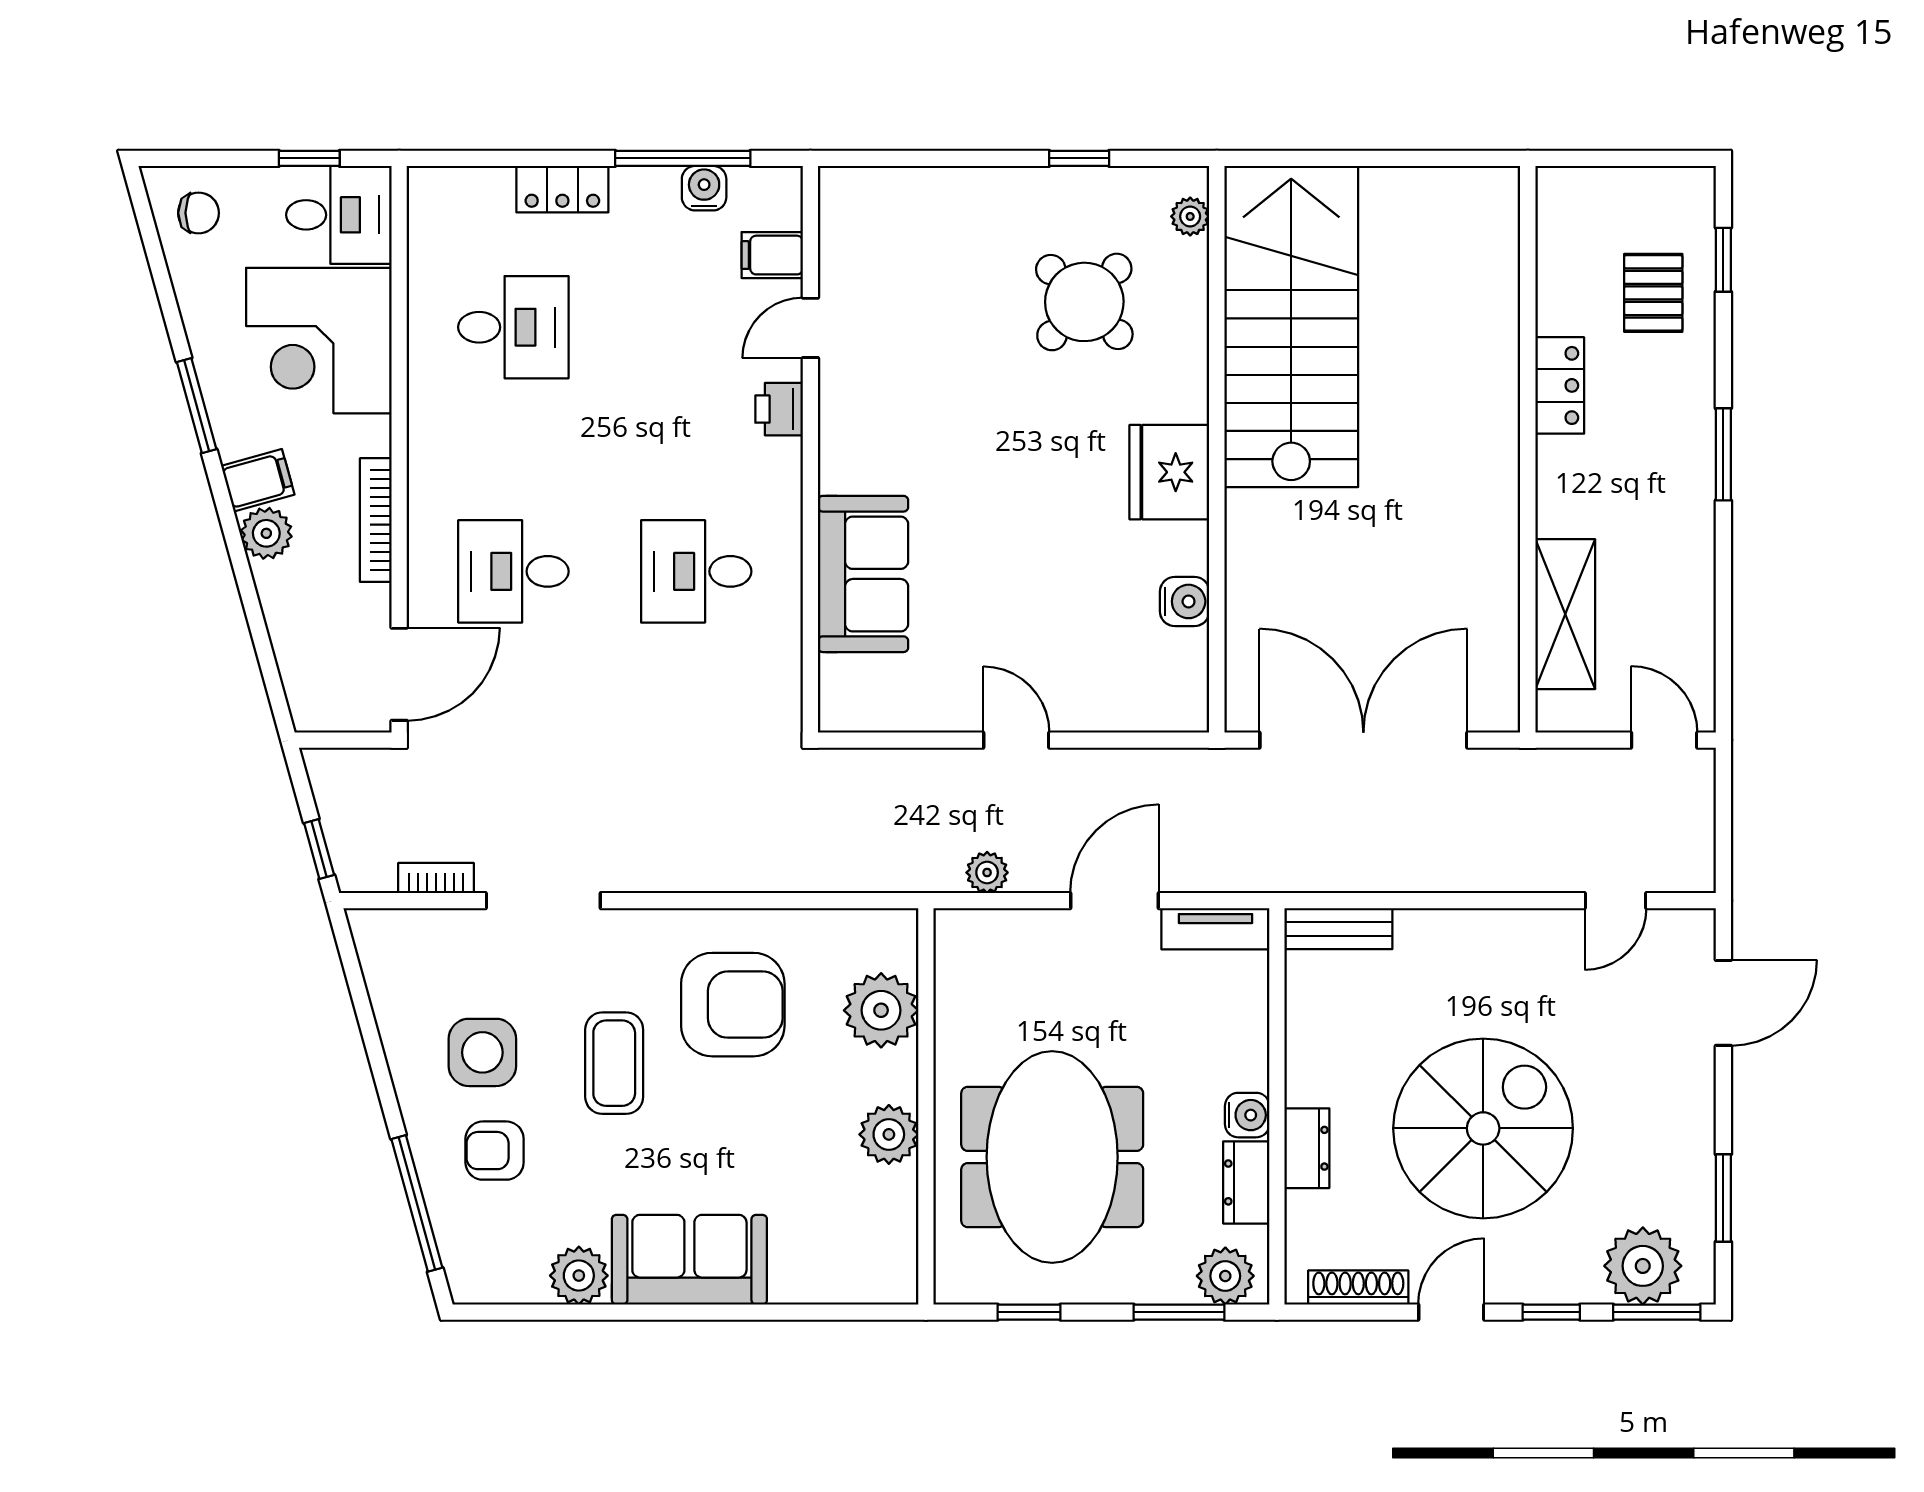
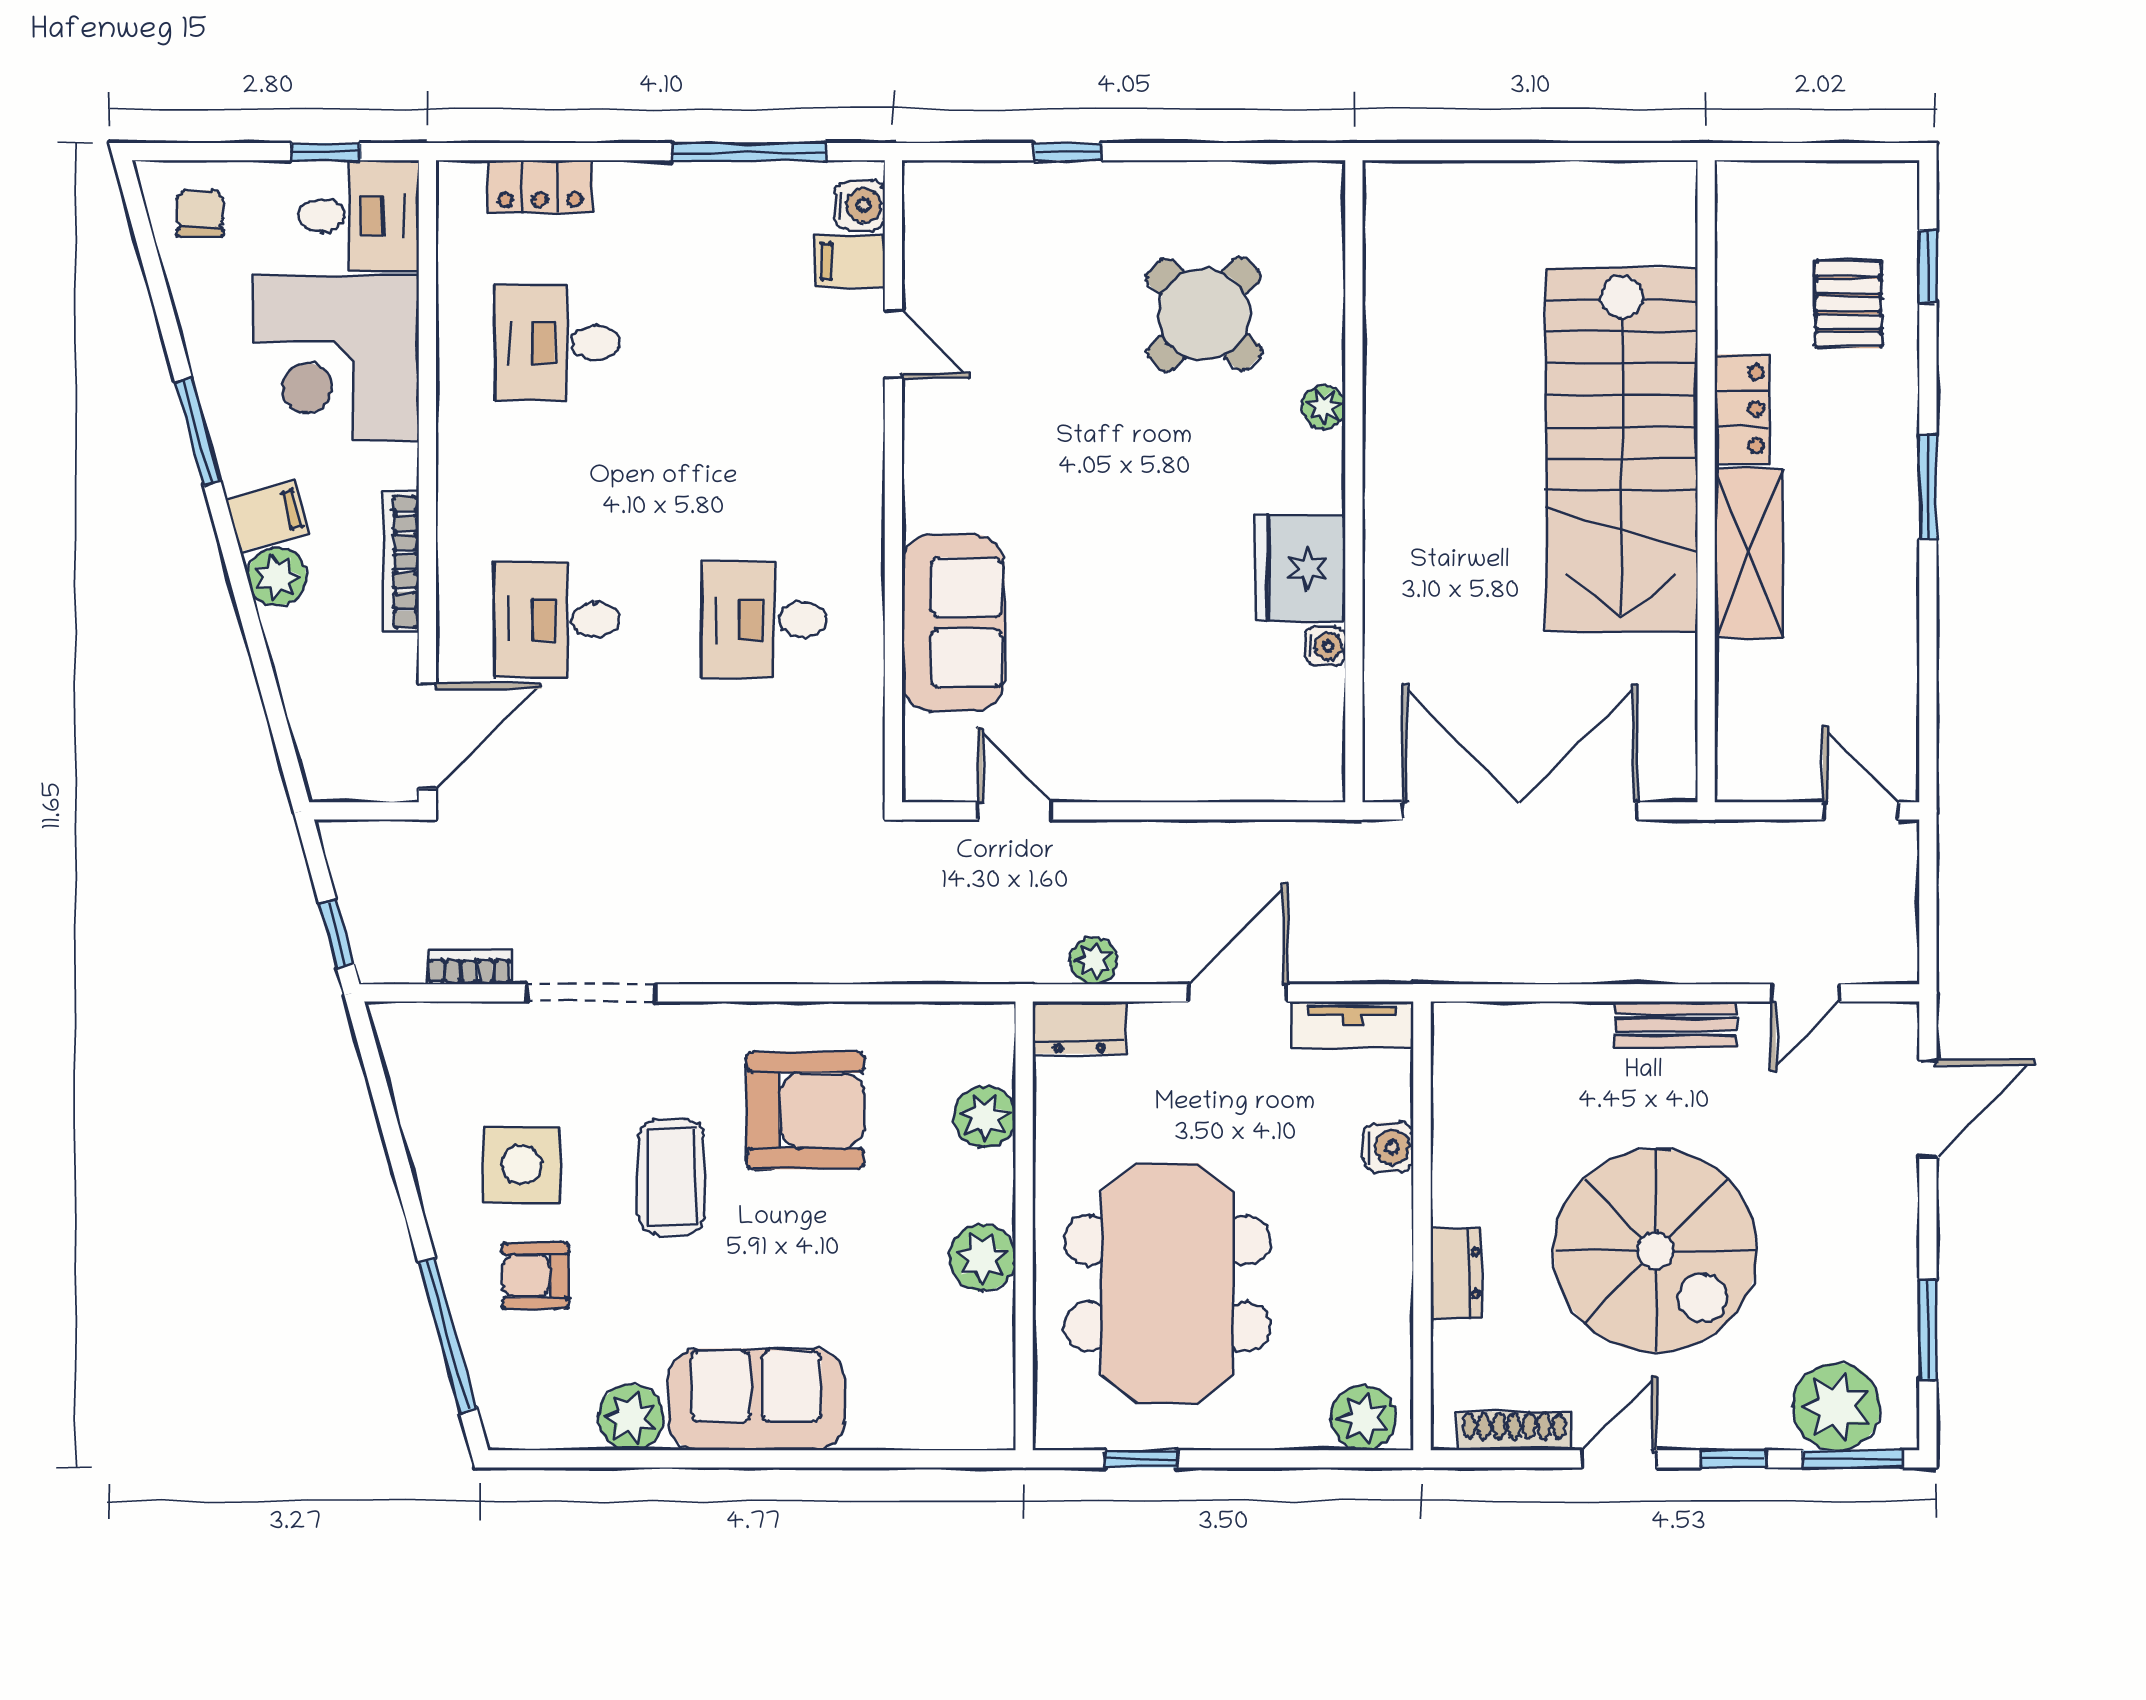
window: (1079, 158) -> (1068, 152), moved
water cooler: (704, 188) -> (860, 205), moved, turned 90
locker: (562, 189) -> (540, 187), moved
chair: (199, 213) -> (200, 214), turned -90
plant: (1190, 216) -> (1324, 407), moved
stairs: (1291, 326) -> (1622, 450), moved, turned 180
desk: (513, 327) -> (557, 343), turned 180
door: (810, 328) -> (893, 344), swing flipped
printer: (779, 409) -> (858, 436), removed
fridge: (1169, 472) -> (1300, 568), moved
water cooler: (1185, 601) -> (1325, 646), width x0.72, depth x0.72
shelving: (1565, 614) -> (1749, 553), moved
door: (1016, 740) -> (1015, 811), moved
bench: (1339, 929) -> (1675, 1024), moved
plant: (881, 1010) -> (985, 1117), width x0.73, depth x0.73
water cooler: (1247, 1115) -> (1388, 1147), moved
spiral stairs: (1483, 1128) -> (1656, 1251), turned 90
dresser: (1246, 1182) -> (1079, 1028), moved, turned -90
window: (1179, 1312) -> (1311, 1459), removed

